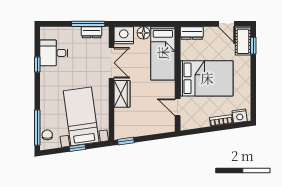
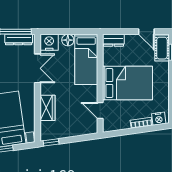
dresser: (91, 32) -> (19, 39), width x1.44
wardrobe: (122, 94) -> (47, 108), moved

